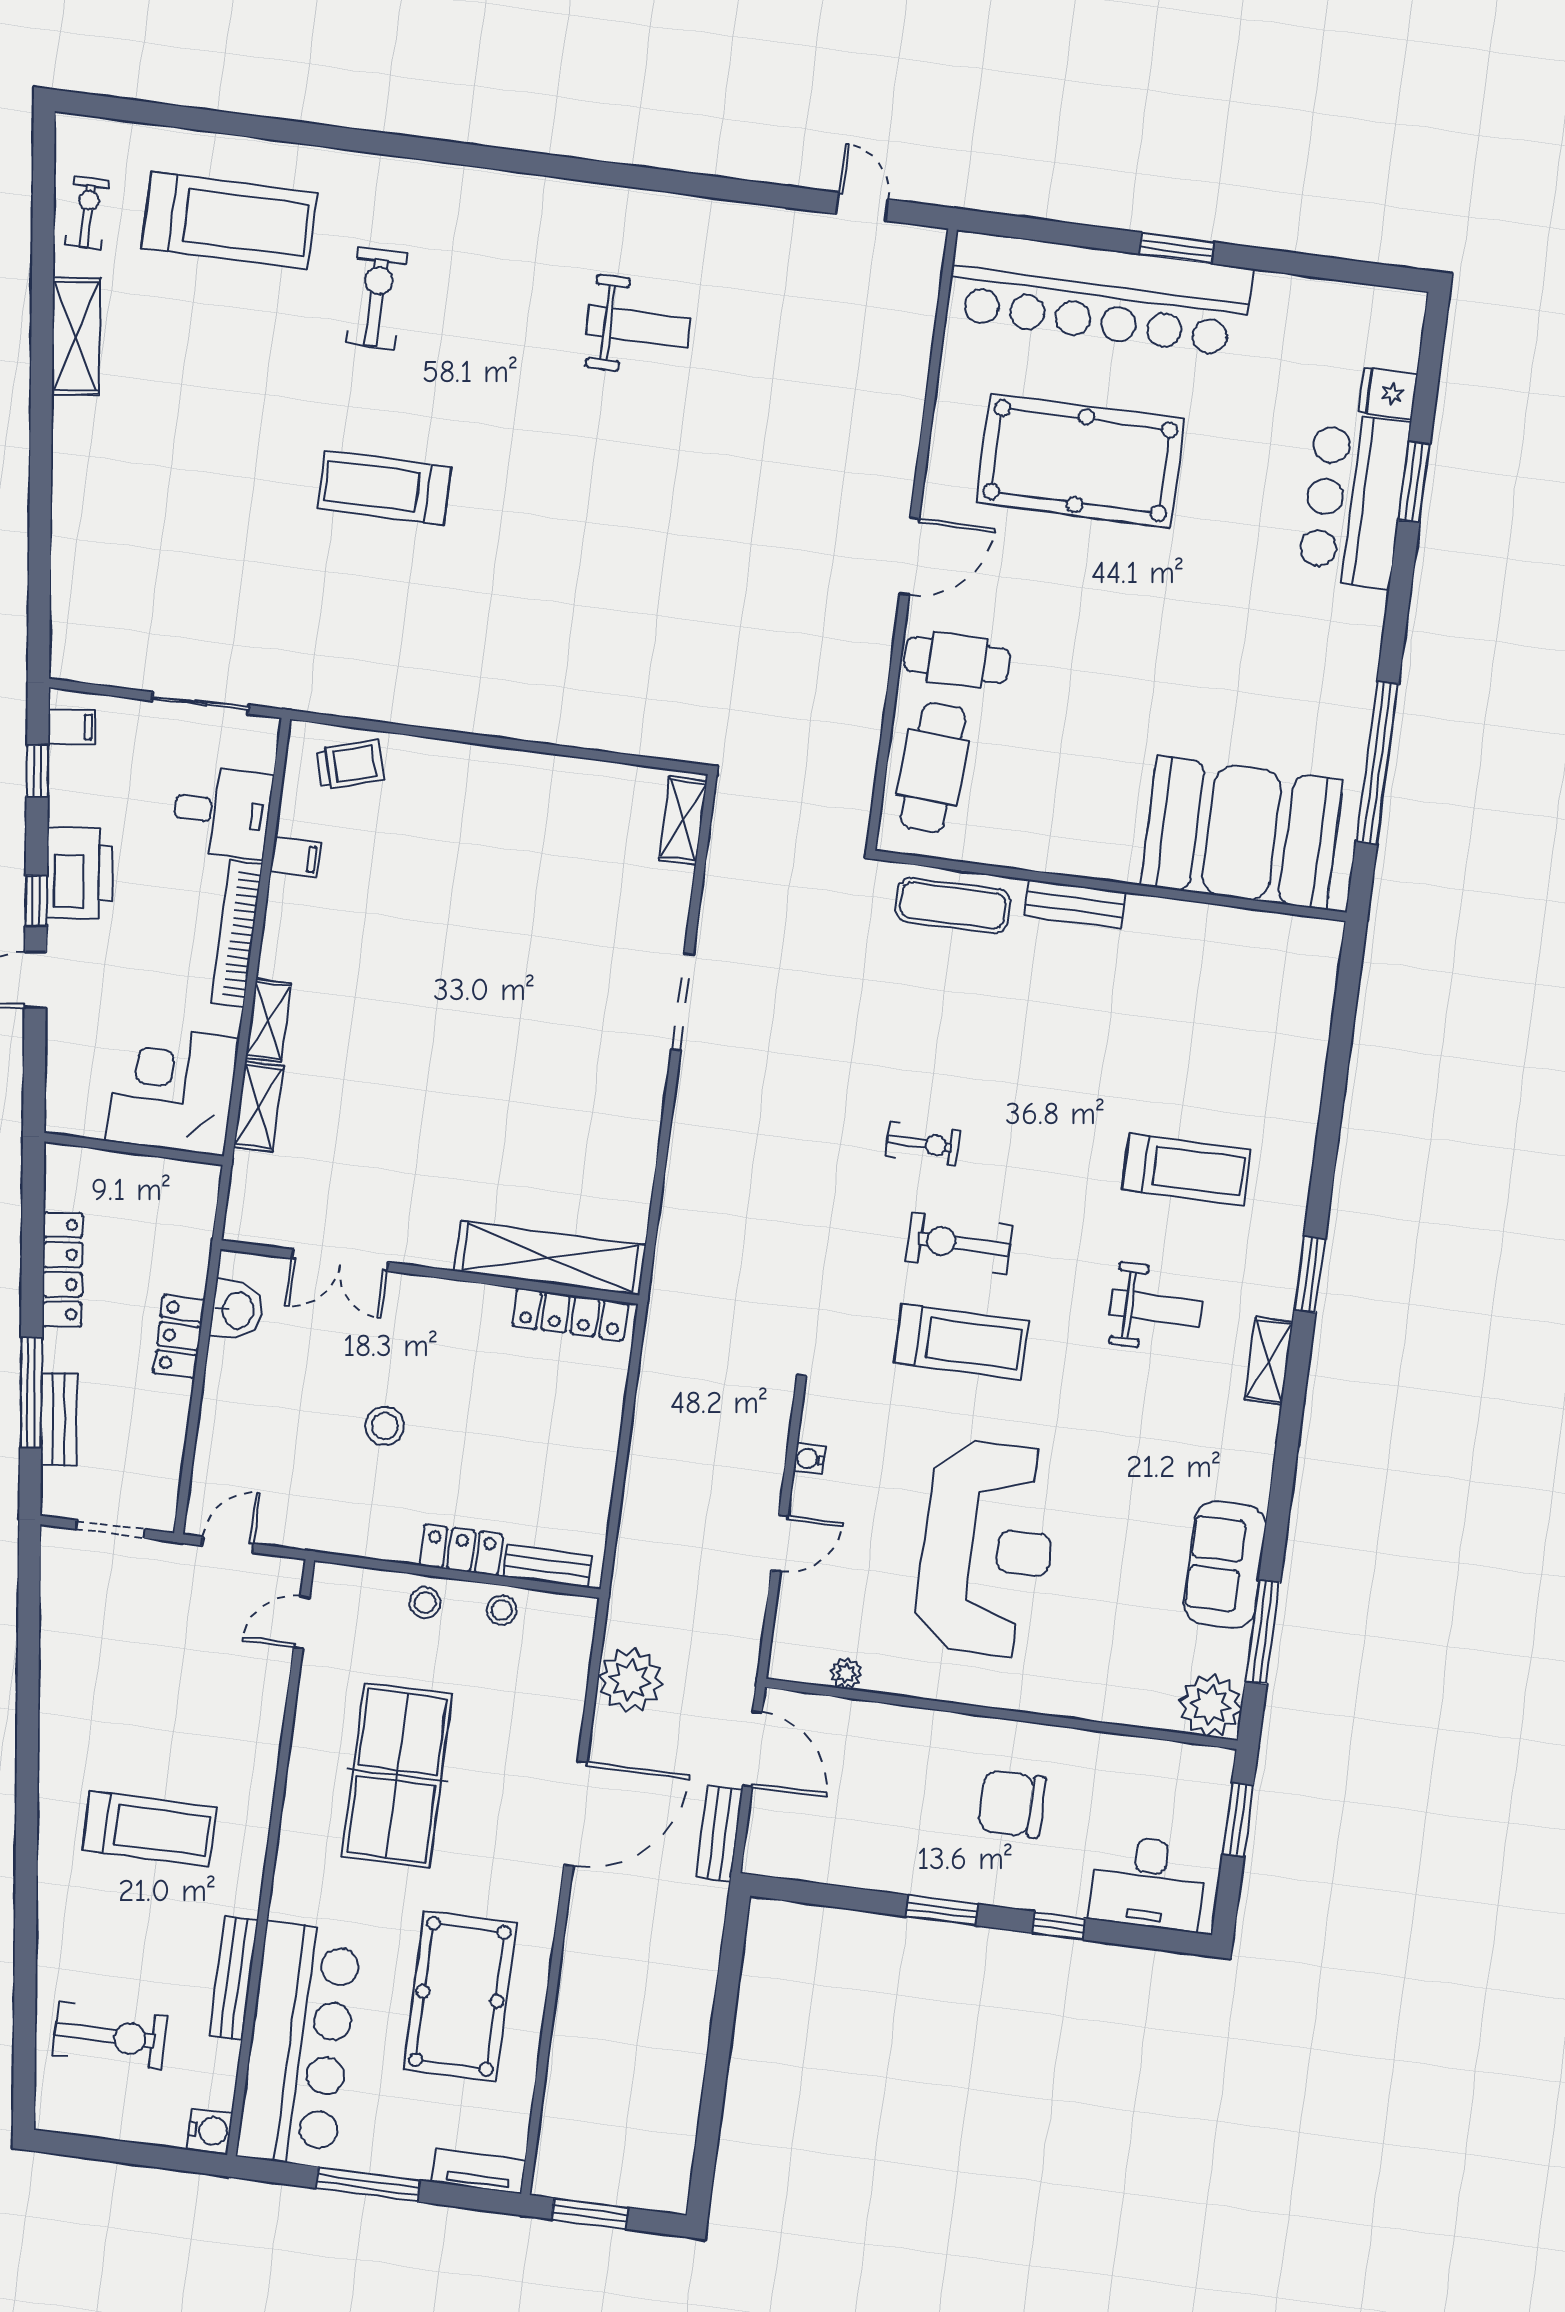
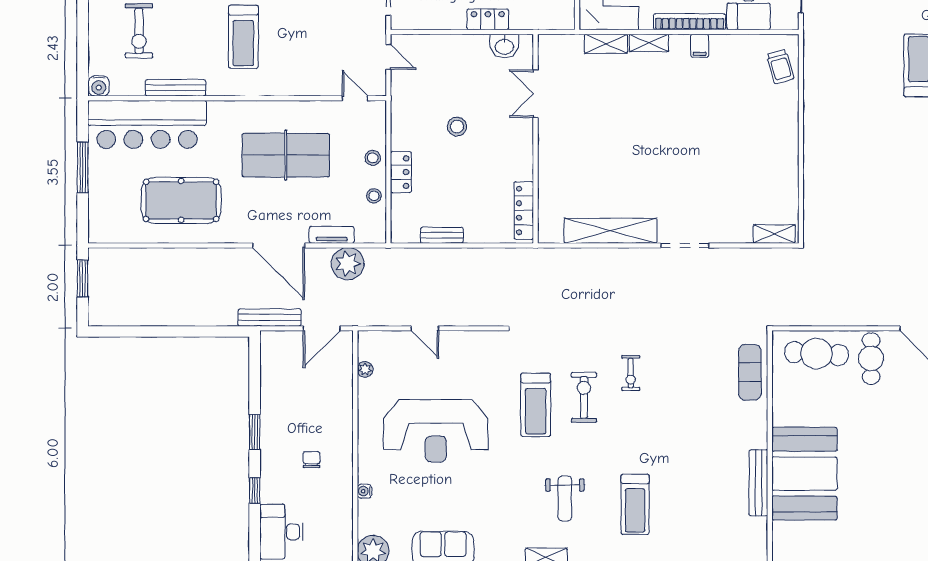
booth: (1242, 833) -> (804, 474), moved
filing cabinet: (295, 857) -> (700, 46), moved
bench: (1075, 904) -> (758, 483), moved, width x1.36
shelving: (550, 1258) -> (611, 231), moved, turned 90
water cooler: (809, 1459) -> (364, 491), moved, turned -90
bench: (547, 1566) -> (442, 235), moved, turned 90
chair: (1012, 1804) -> (312, 460), width x0.54, depth x0.54
bench: (719, 1834) -> (270, 317), width x1.36
tv unit: (479, 2171) -> (332, 235), moved, turned -90

